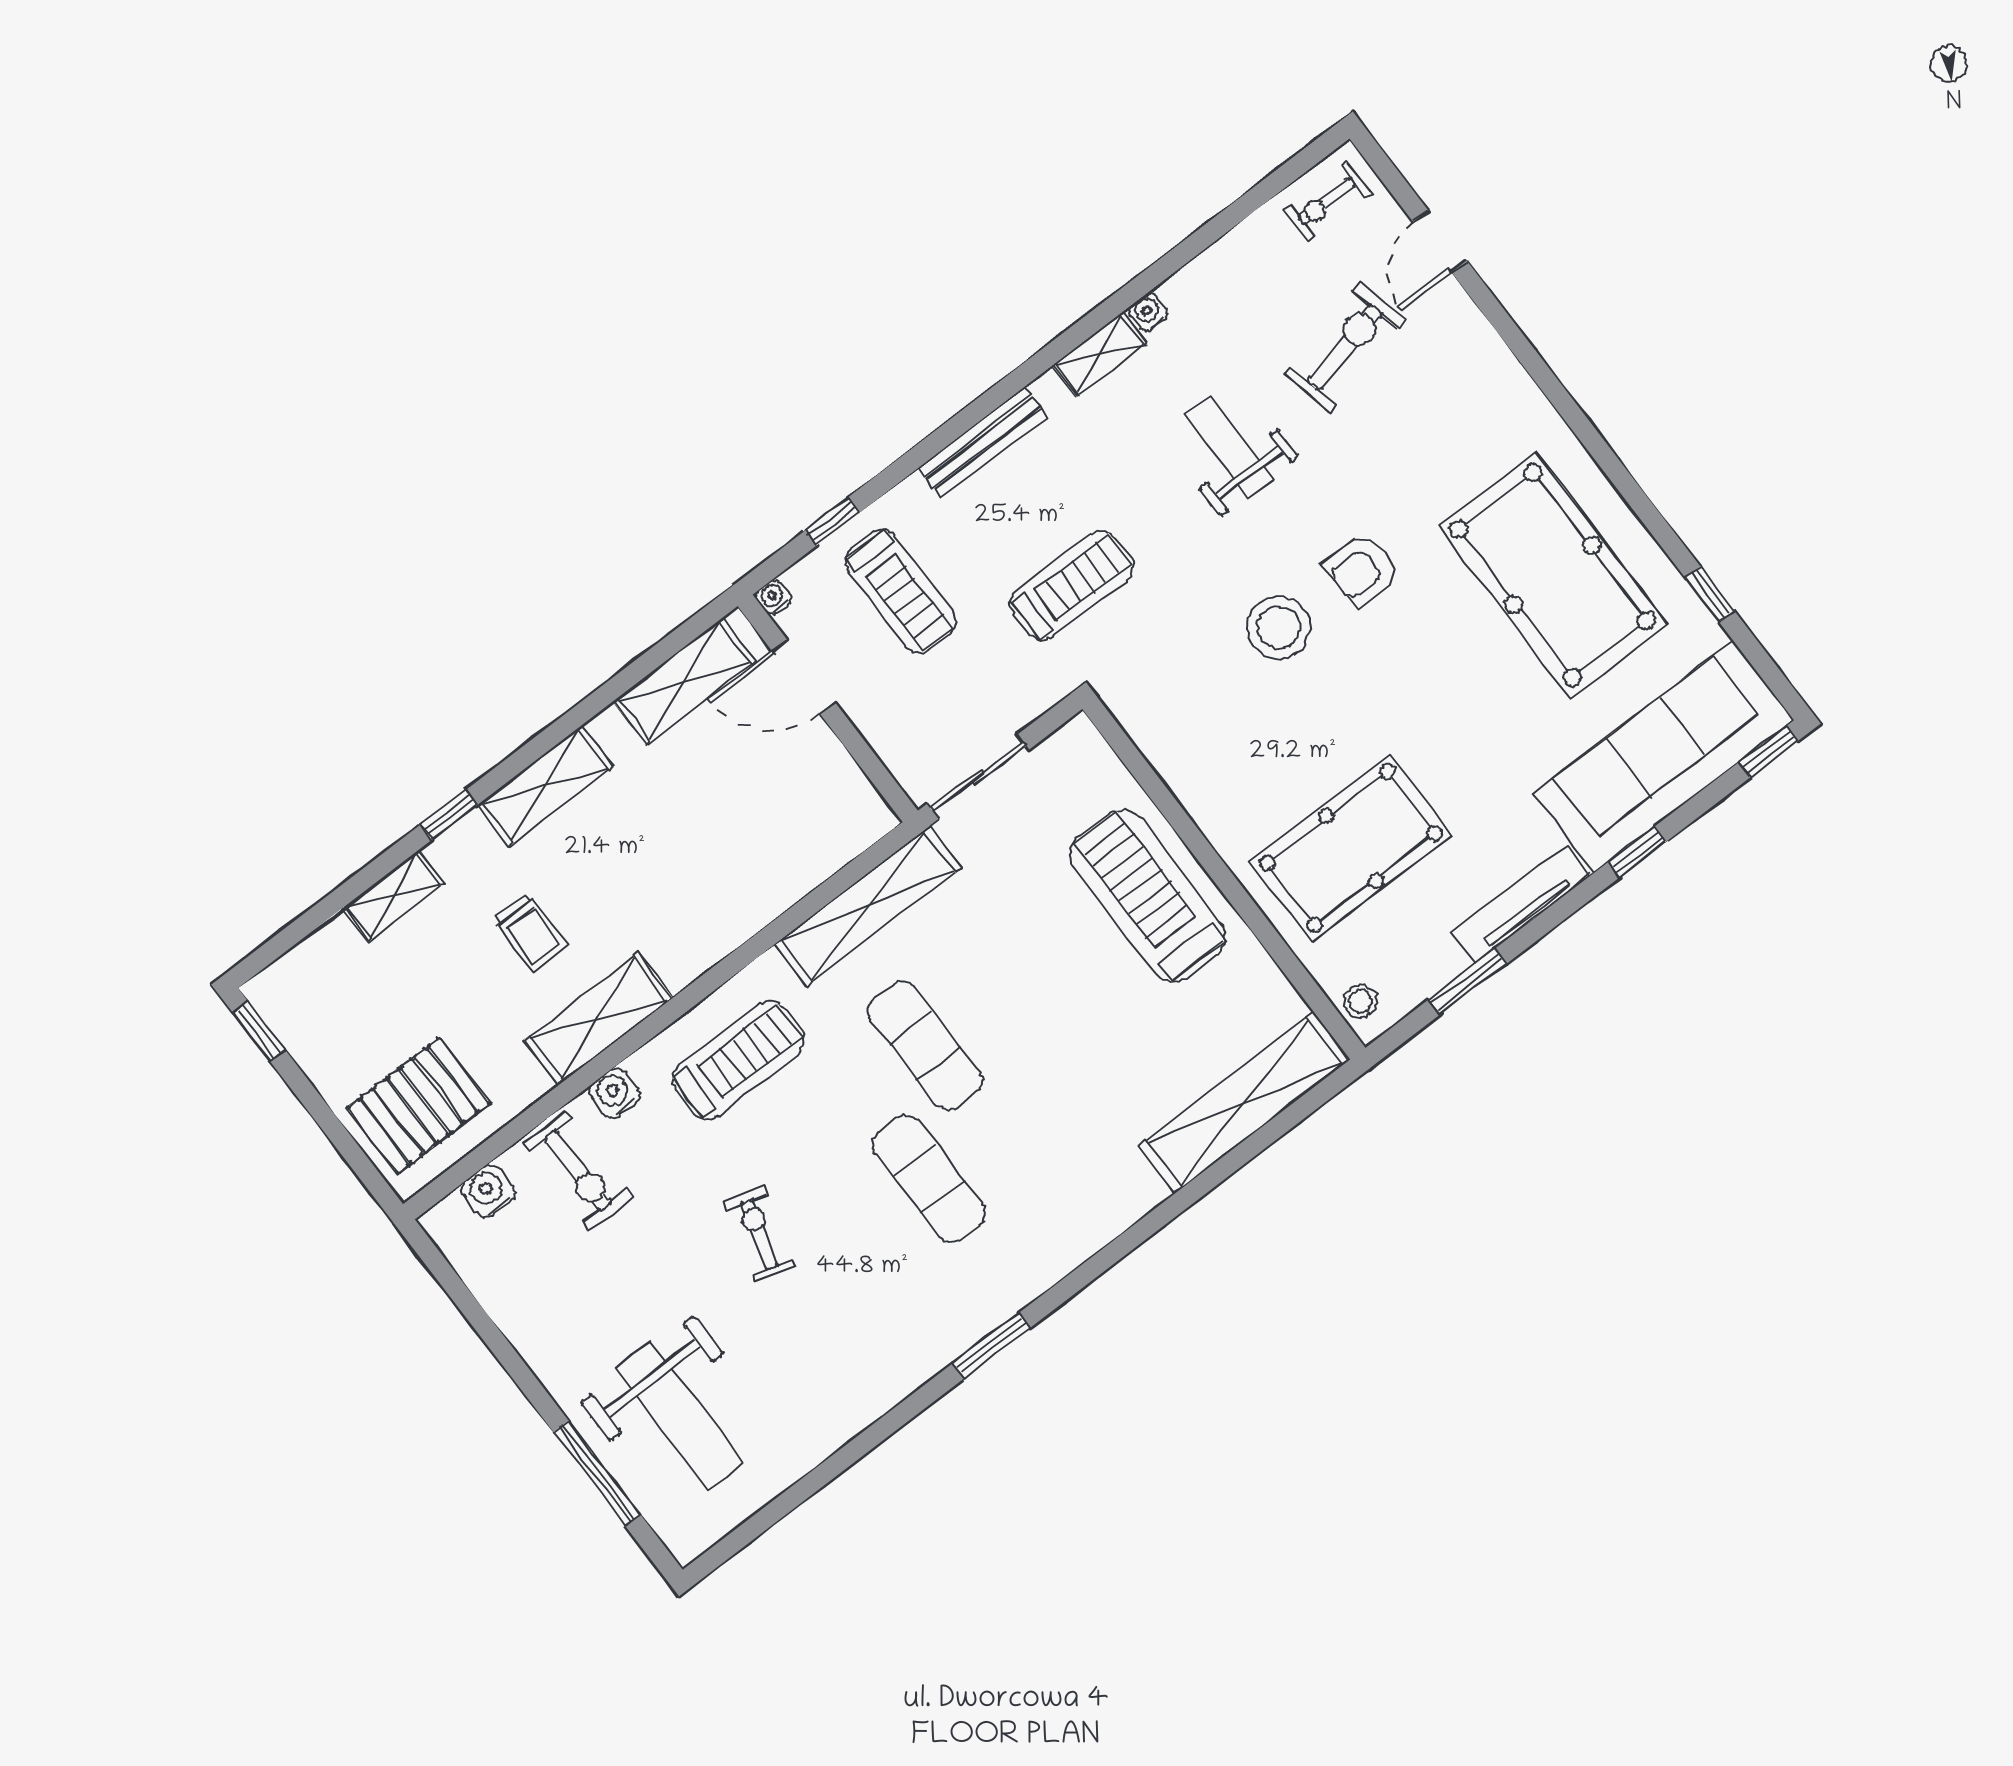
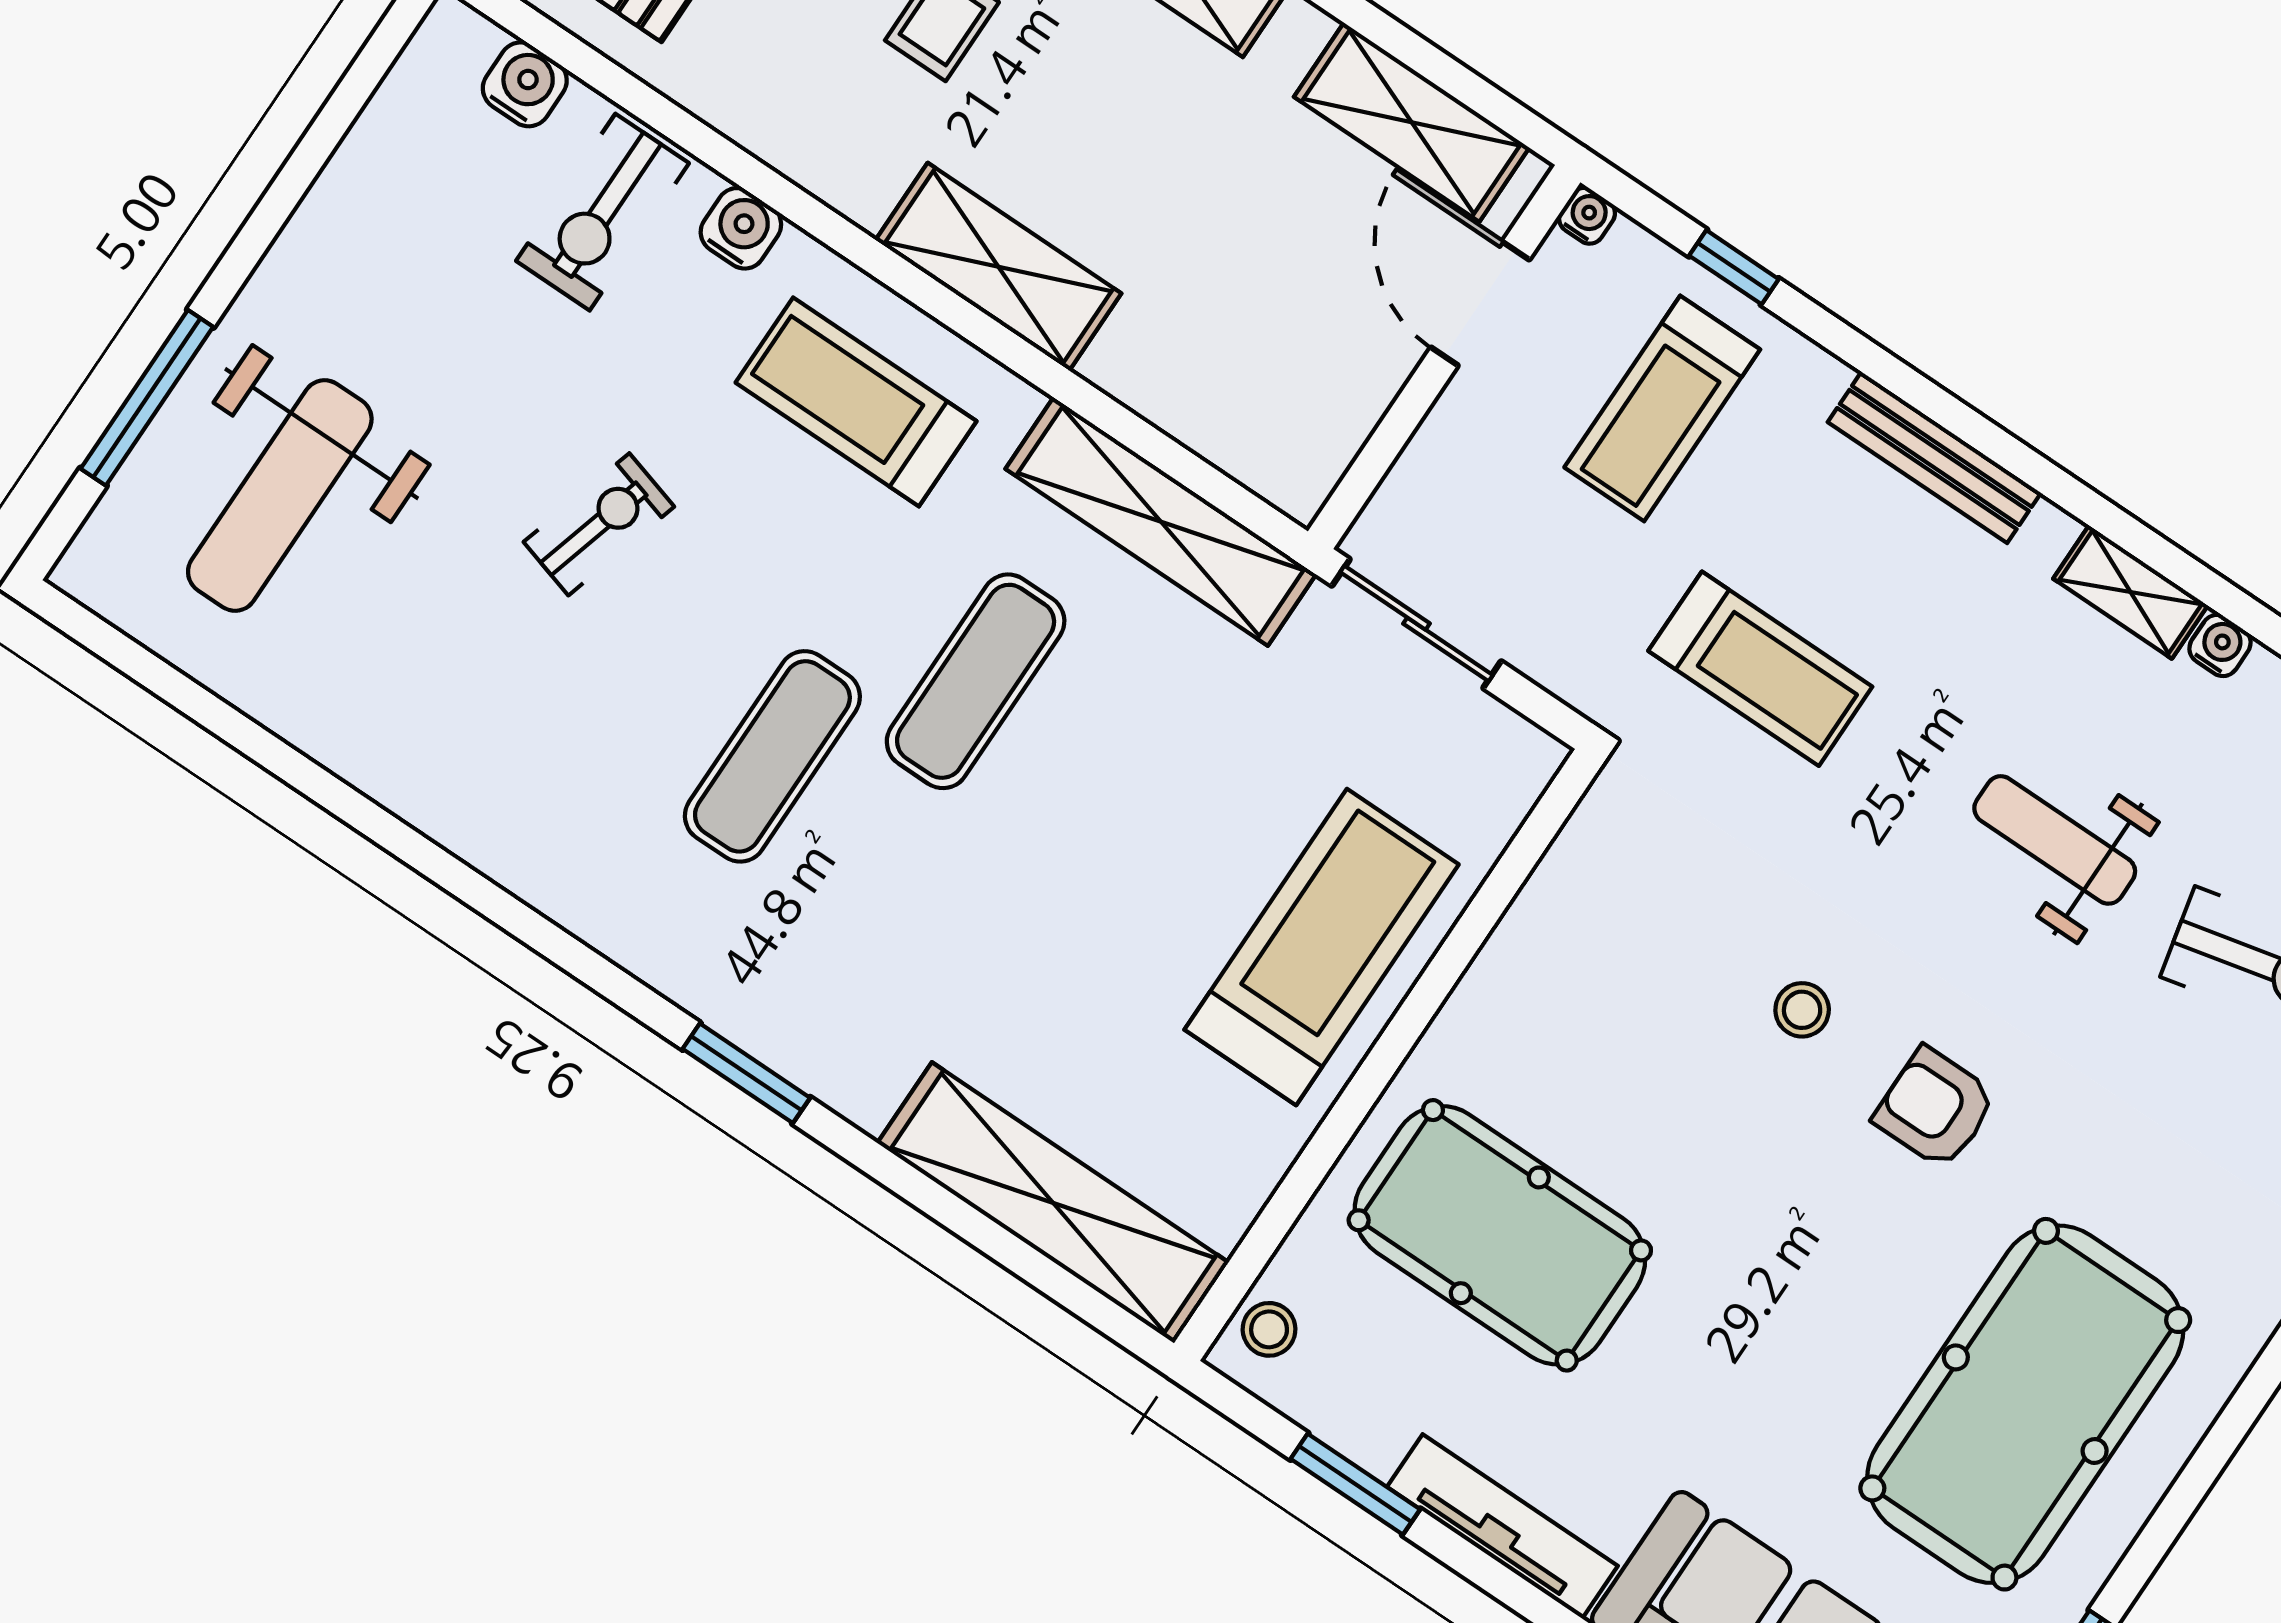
weight bench: (1229, 447) -> (2055, 840), turned -90
stool: (1279, 628) -> (1802, 1010), width x0.53, depth x0.53
shelving: (598, 1019) -> (998, 267), moved
treadmill: (738, 1060) -> (856, 402), turned 180
window: (991, 1346) -> (746, 1073), moved

